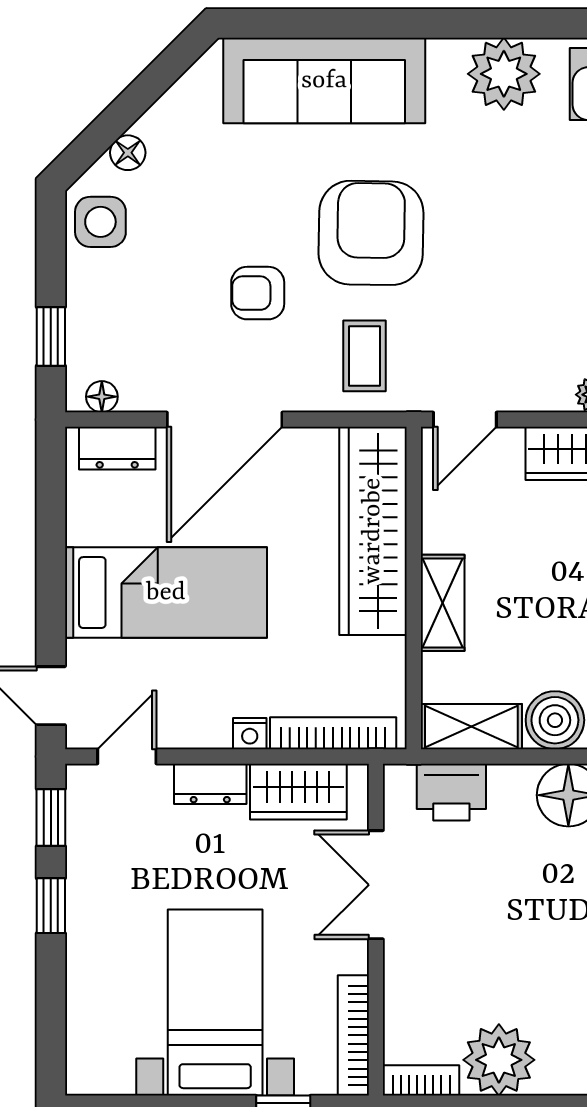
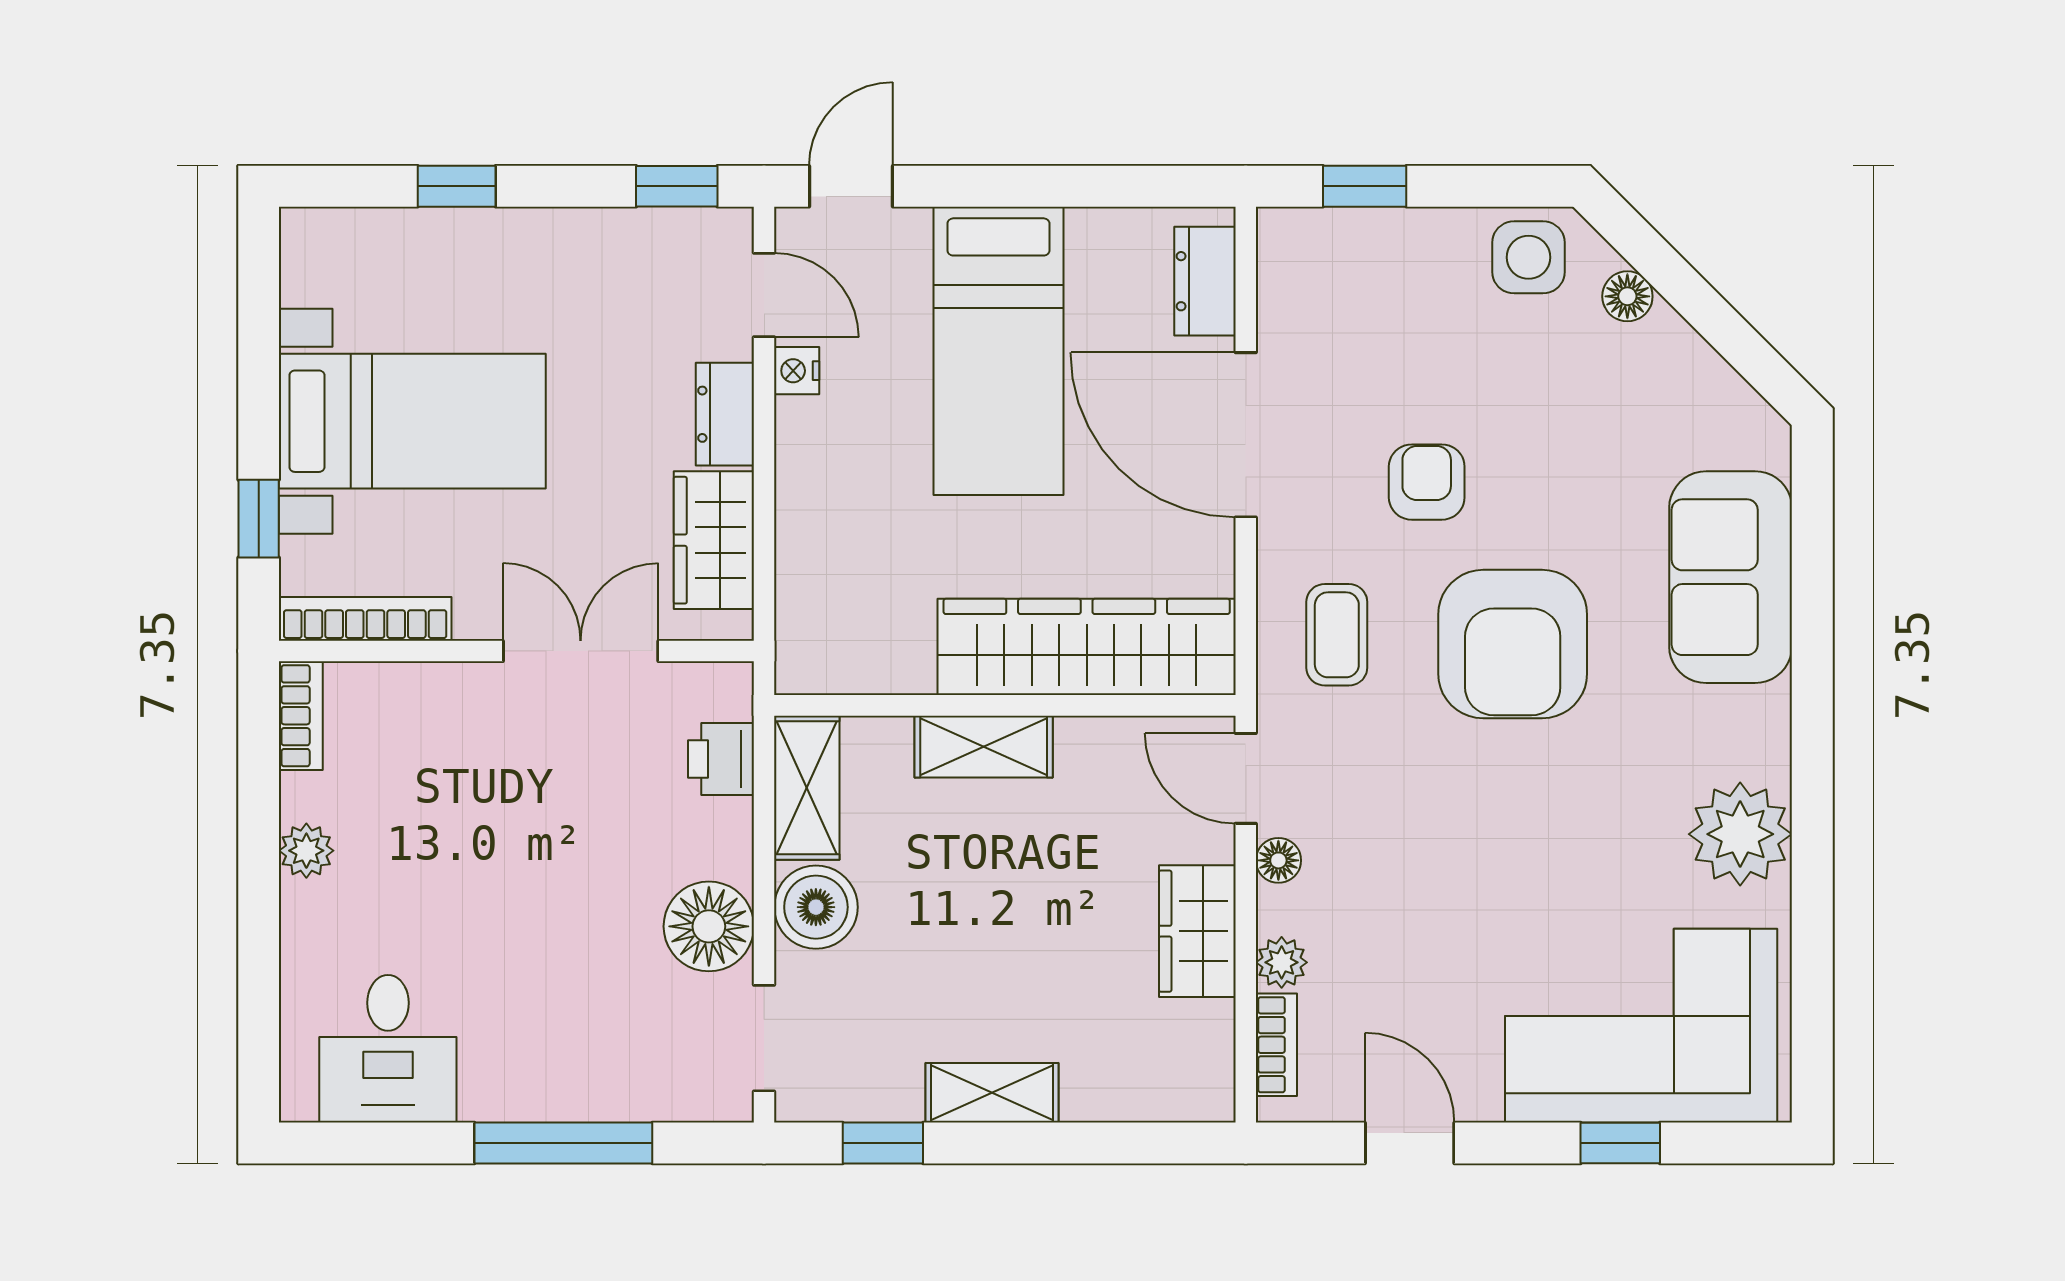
sofa: (324, 81) -> (1731, 577), width x0.73
armchair: (371, 233) -> (1513, 644), turned 89
coffee table: (364, 356) -> (1337, 635), turned 90
floor lamp: (102, 397) -> (1278, 860), moved
bookcase: (333, 733) -> (797, 590), removed
nightstand: (250, 734) -> (797, 371), moved
printer: (451, 792) -> (721, 759), width x0.73, depth x0.81
window: (51, 906) -> (457, 186), moved
plant: (499, 1060) -> (306, 851), width x0.53, depth x0.53

